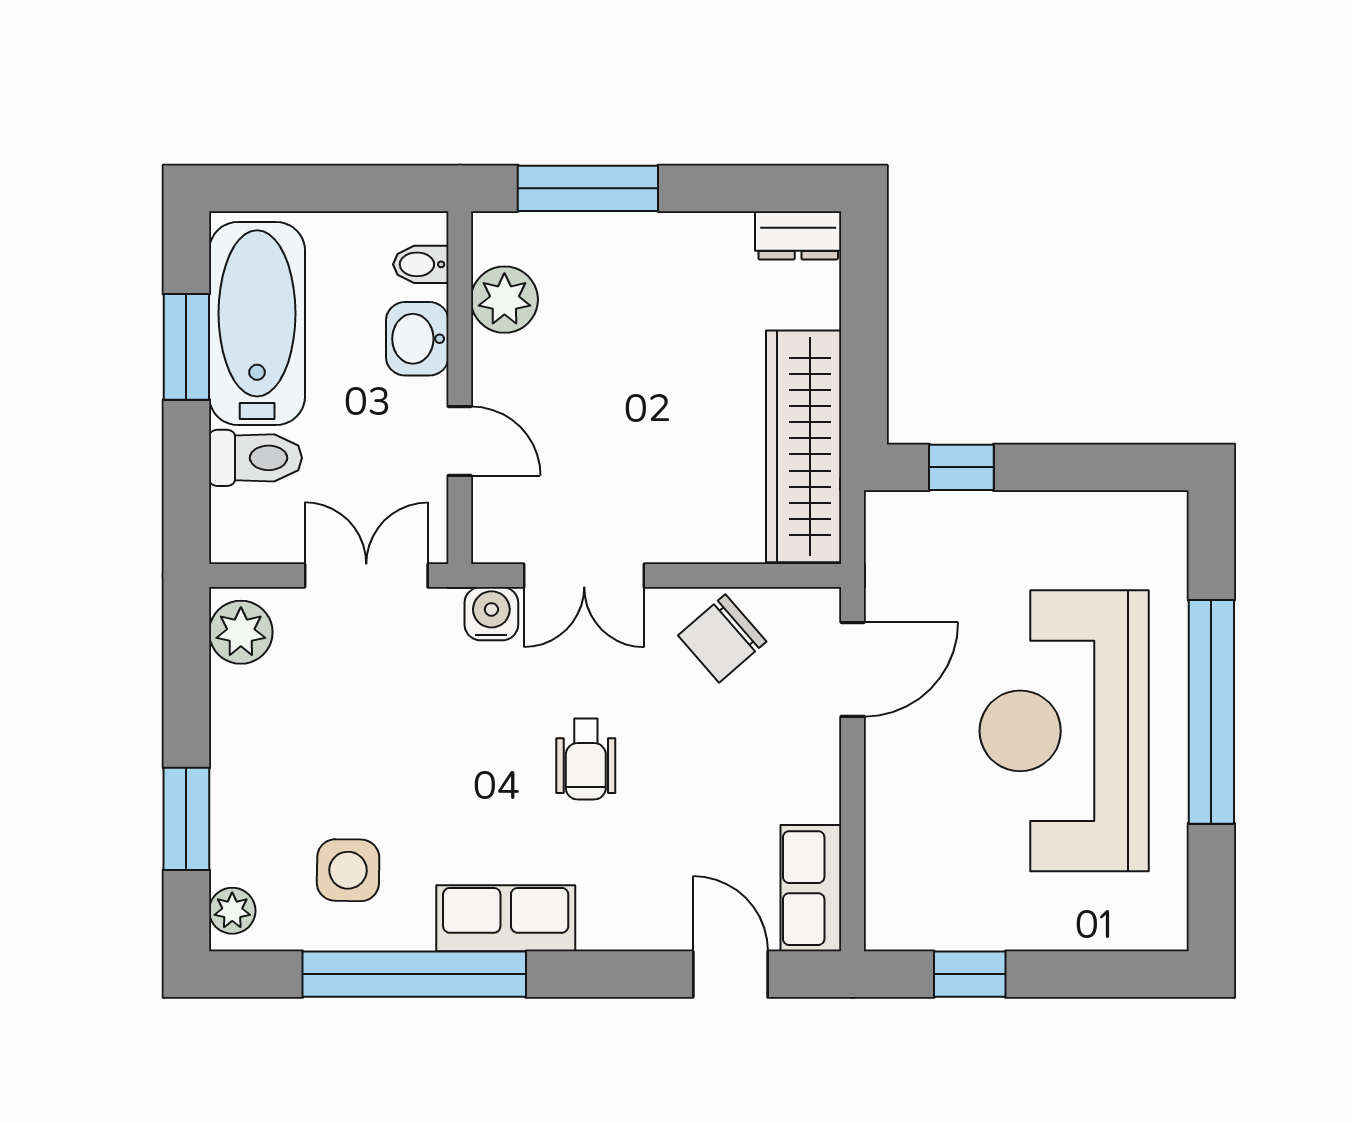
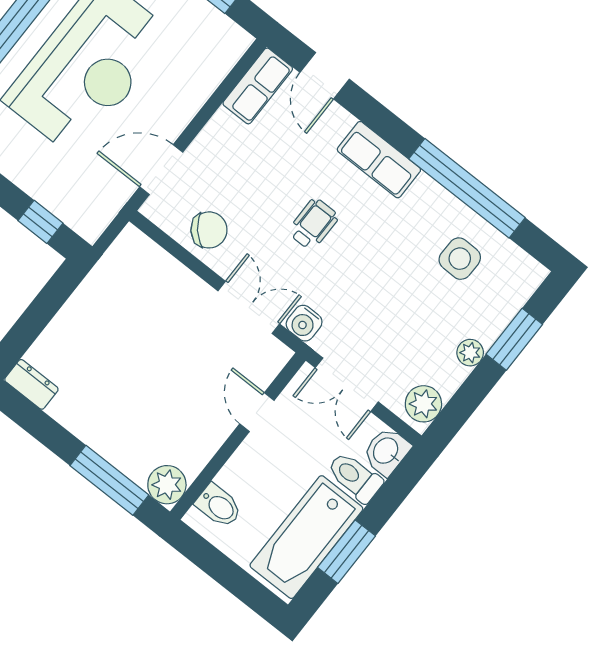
bidet: (421, 264) -> (219, 506), width x1.38, depth x1.36
plant: (504, 300) -> (167, 485), moved
washbasin: (417, 339) -> (386, 451), moved, turned 180
wardrobe: (804, 446) -> (104, 287), removed
plant: (232, 911) -> (470, 353), moved
row of seats: (506, 918) -> (379, 160), moved

